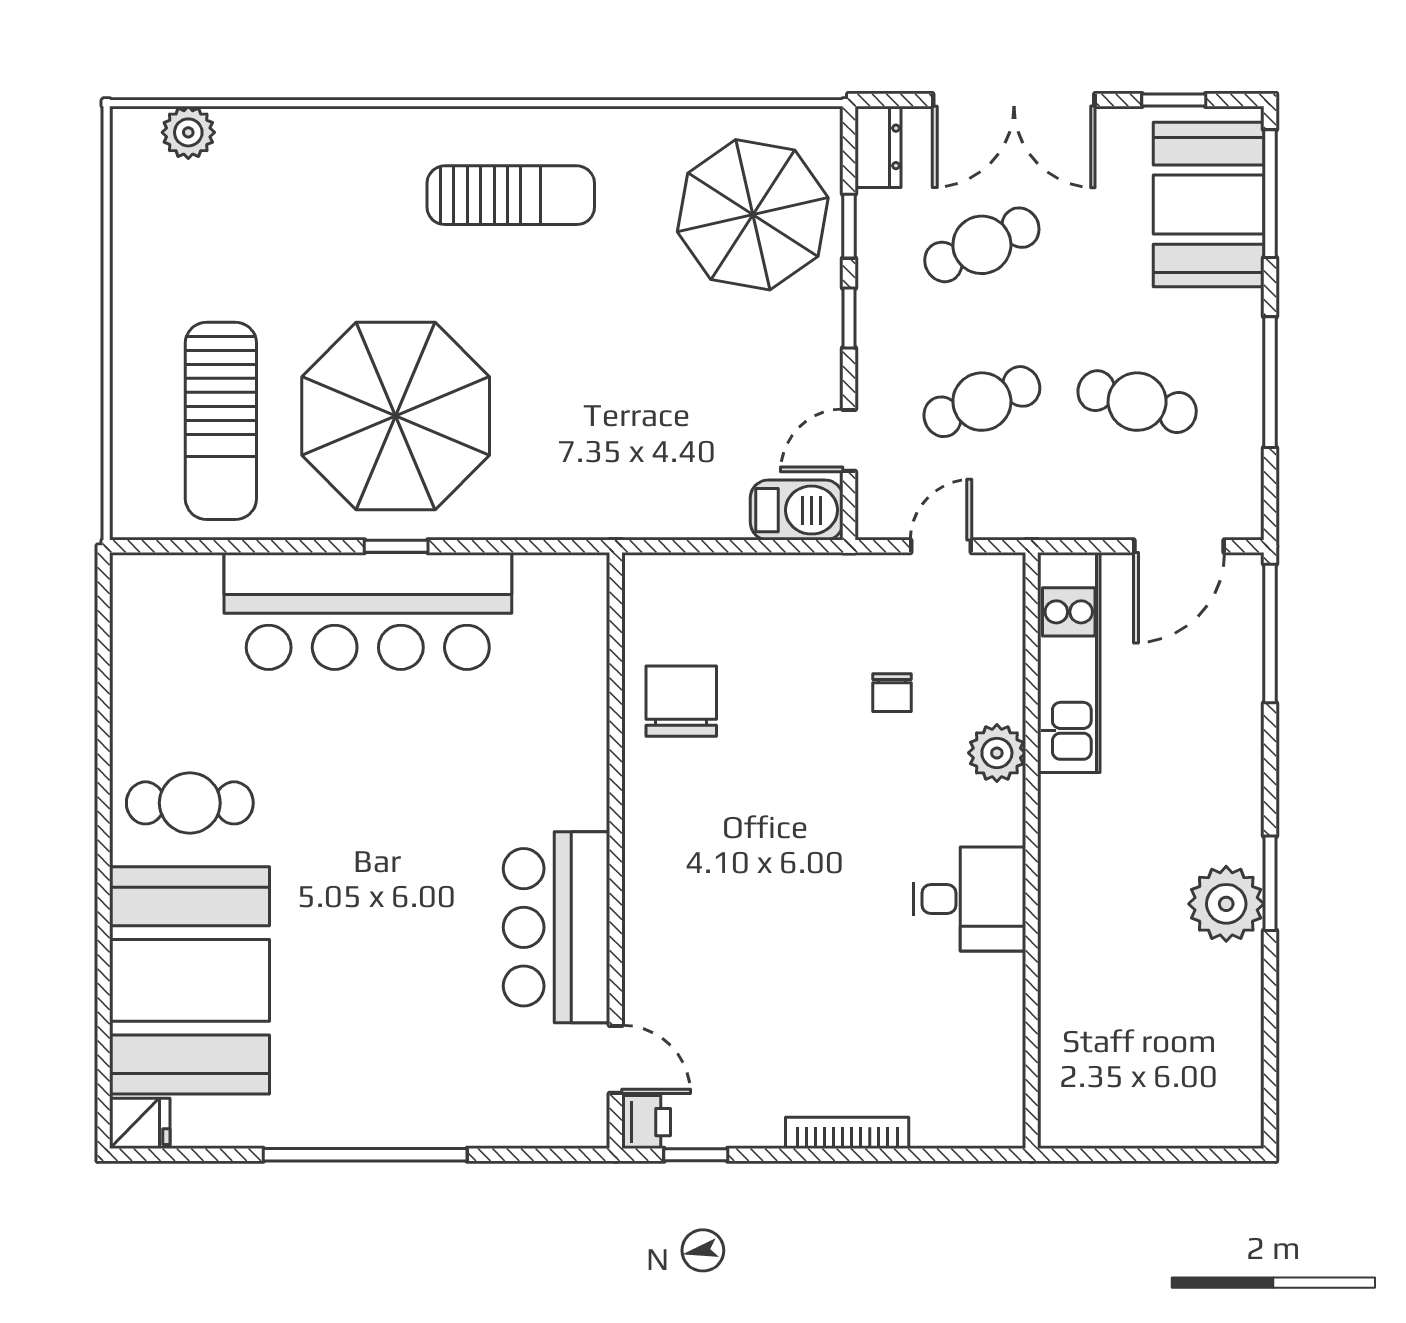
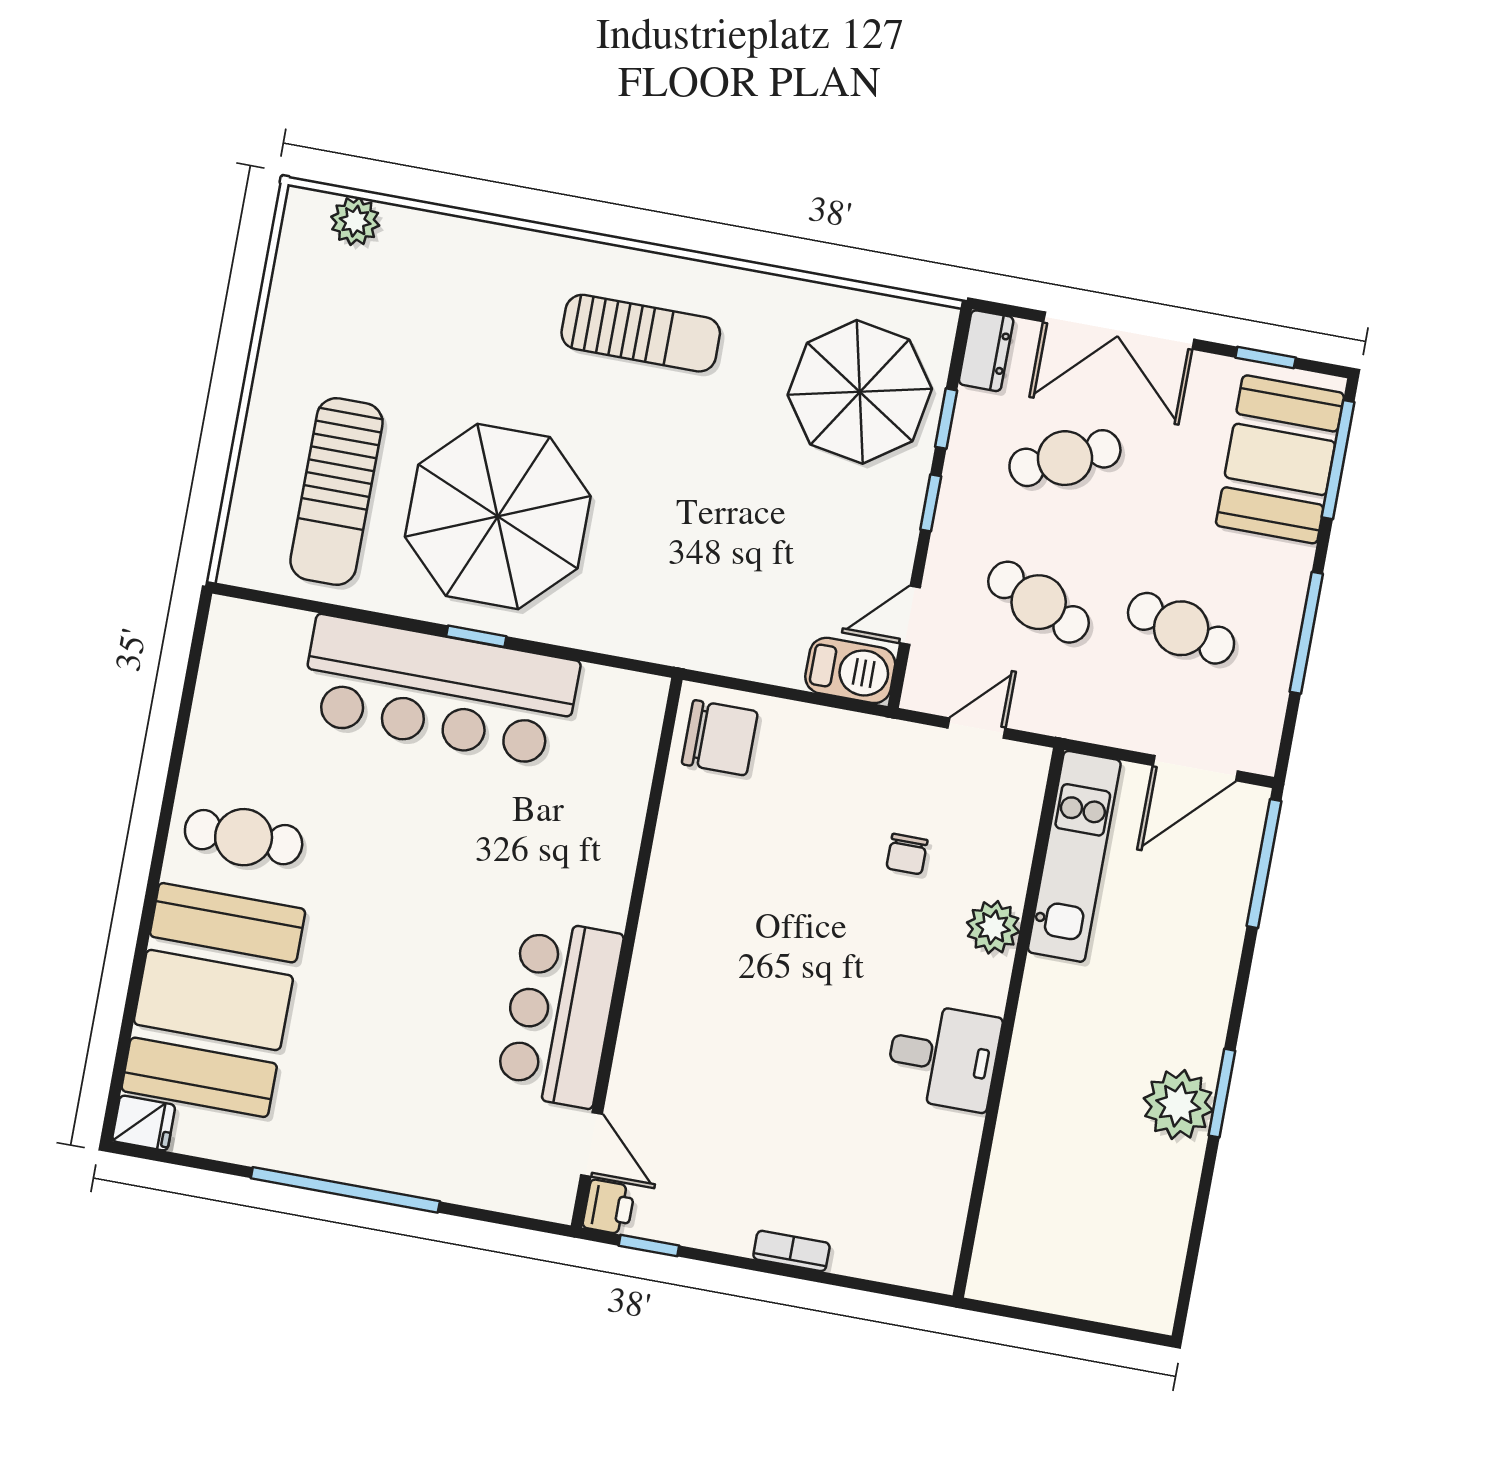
cafe table: (982, 402) -> (1039, 602), turned 45
chair: (681, 701) -> (720, 738), moved, turned 90
bookcase: (847, 1133) -> (791, 1251), width x0.64

